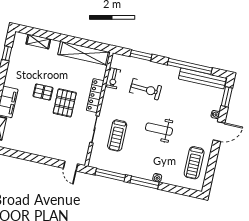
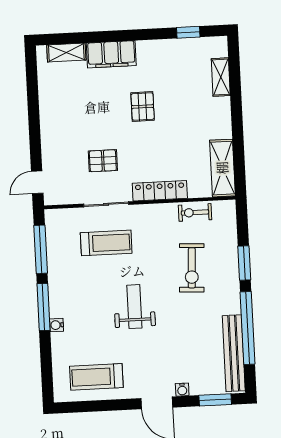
shelving: (84, 53) -> (222, 168), width x0.68
window: (141, 55) -> (244, 263), moved
pallet: (65, 103) -> (103, 161), moved, width x0.67, depth x0.71
treadmill: (117, 135) -> (106, 243), turned 180

